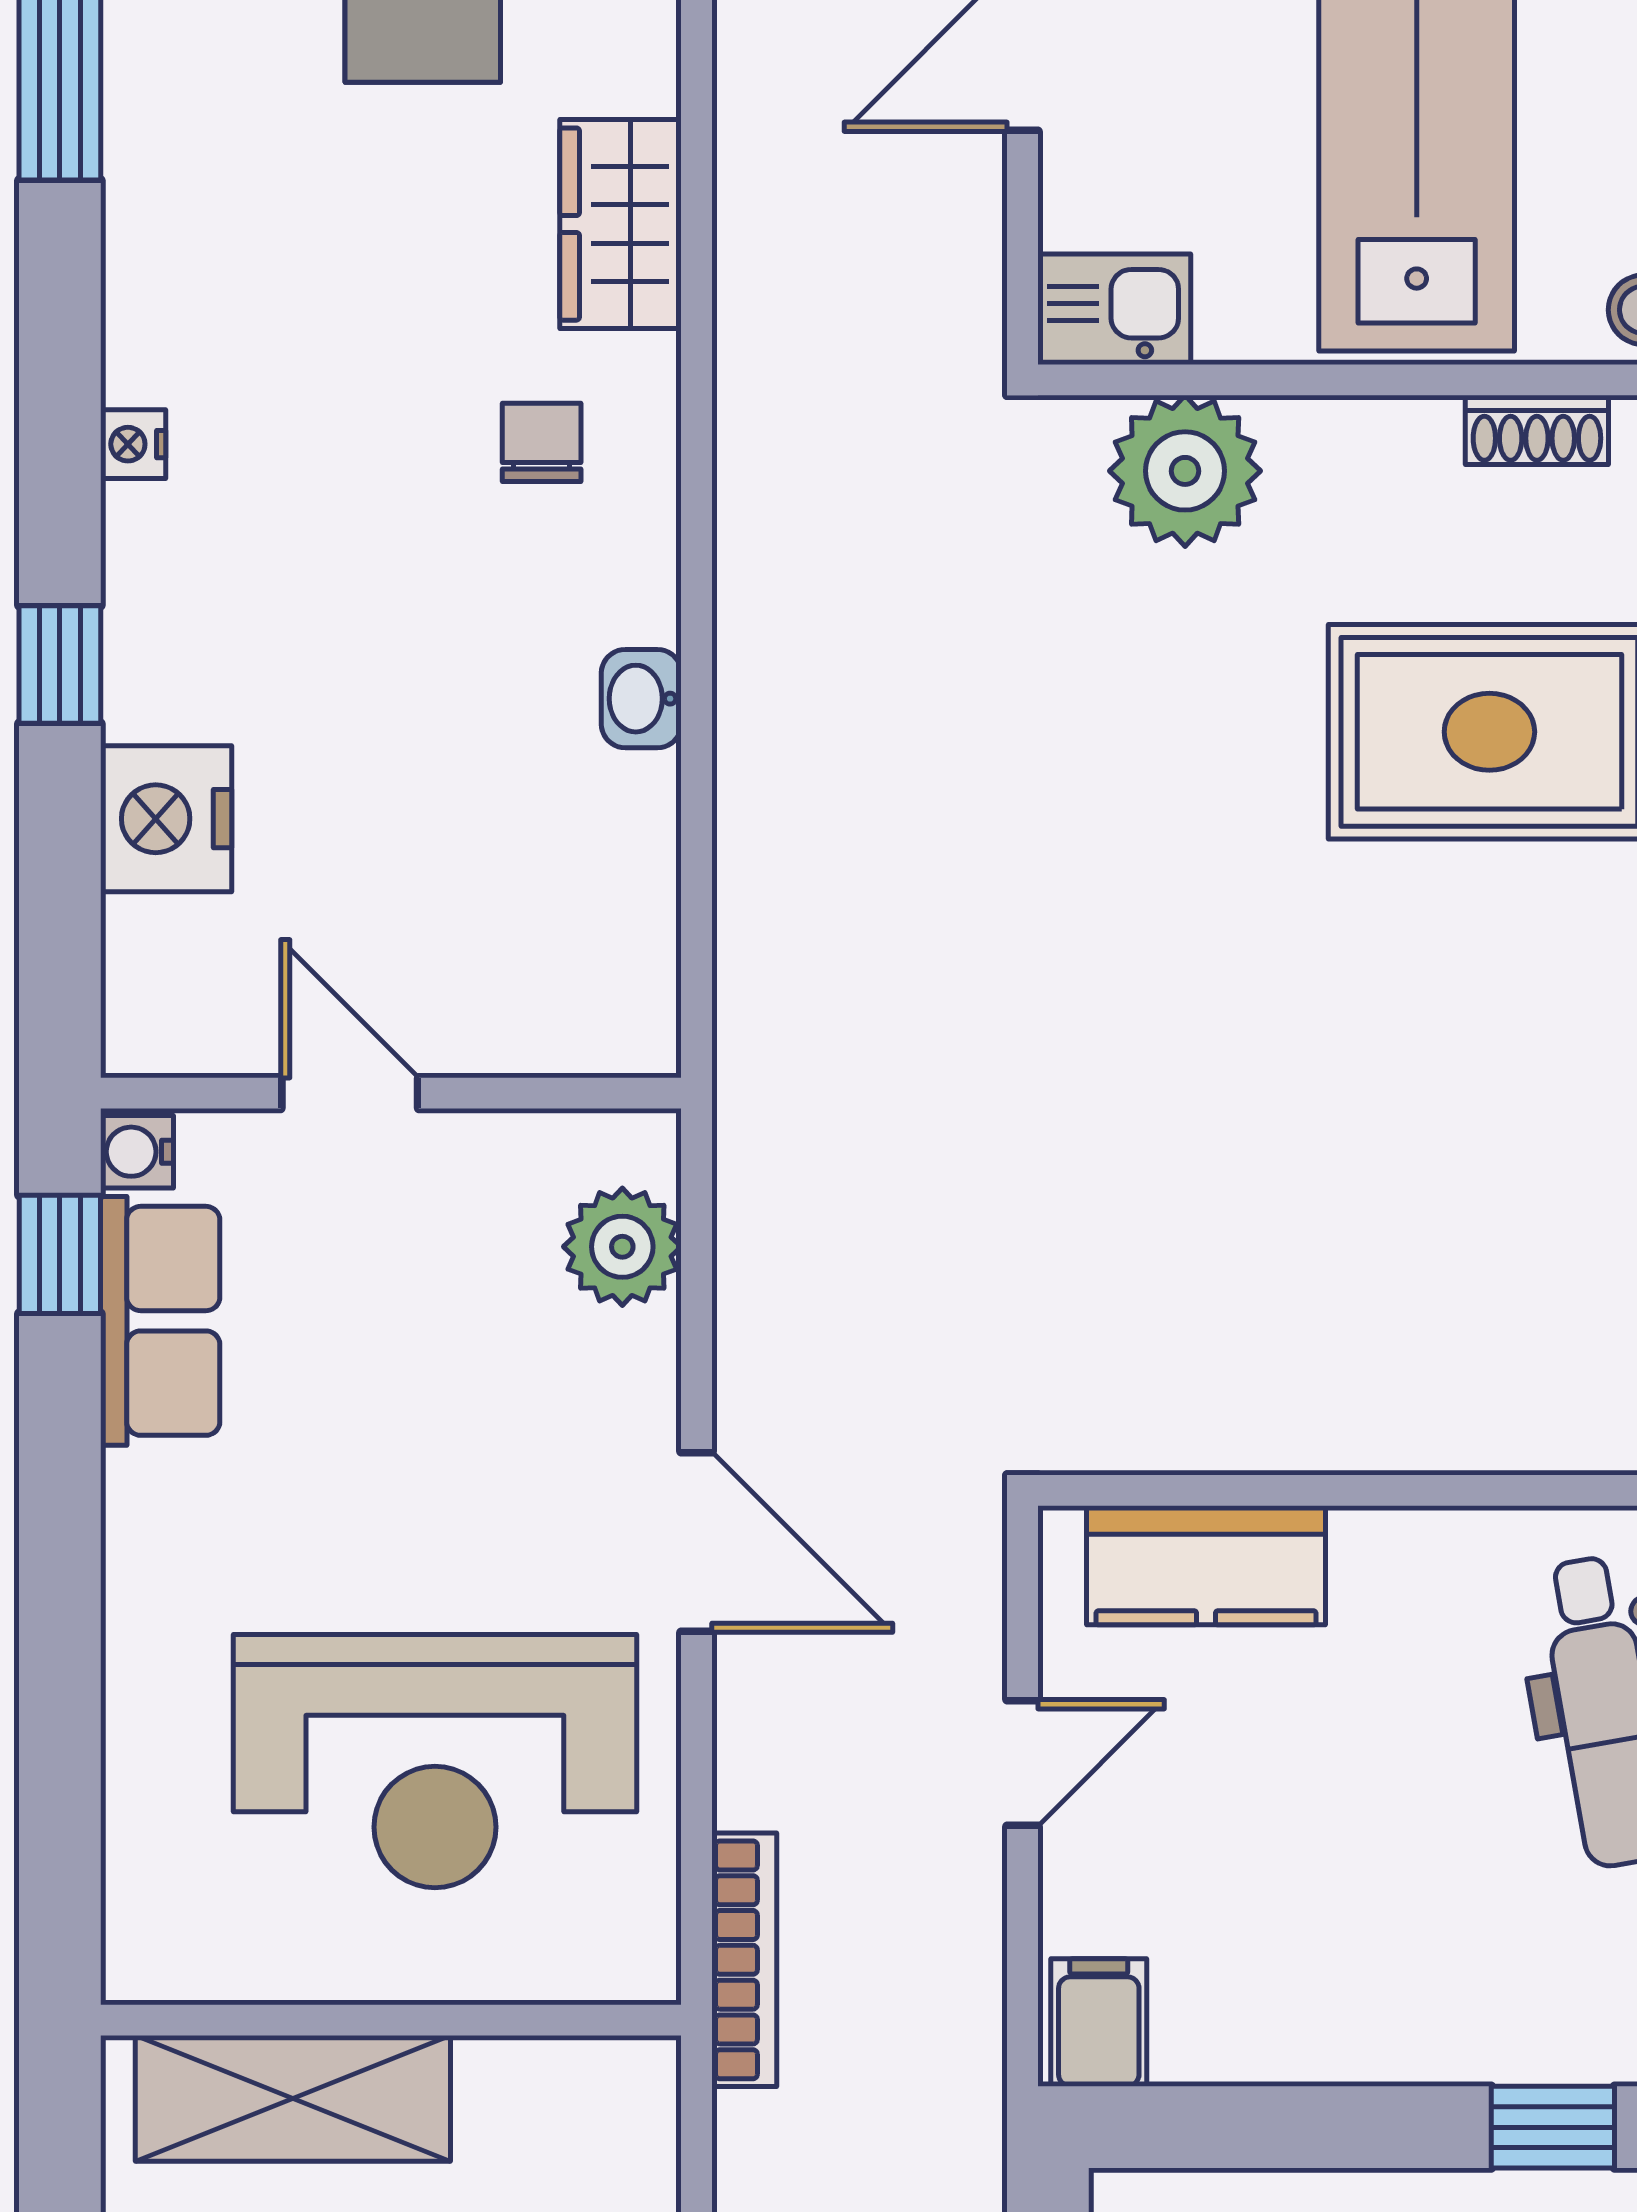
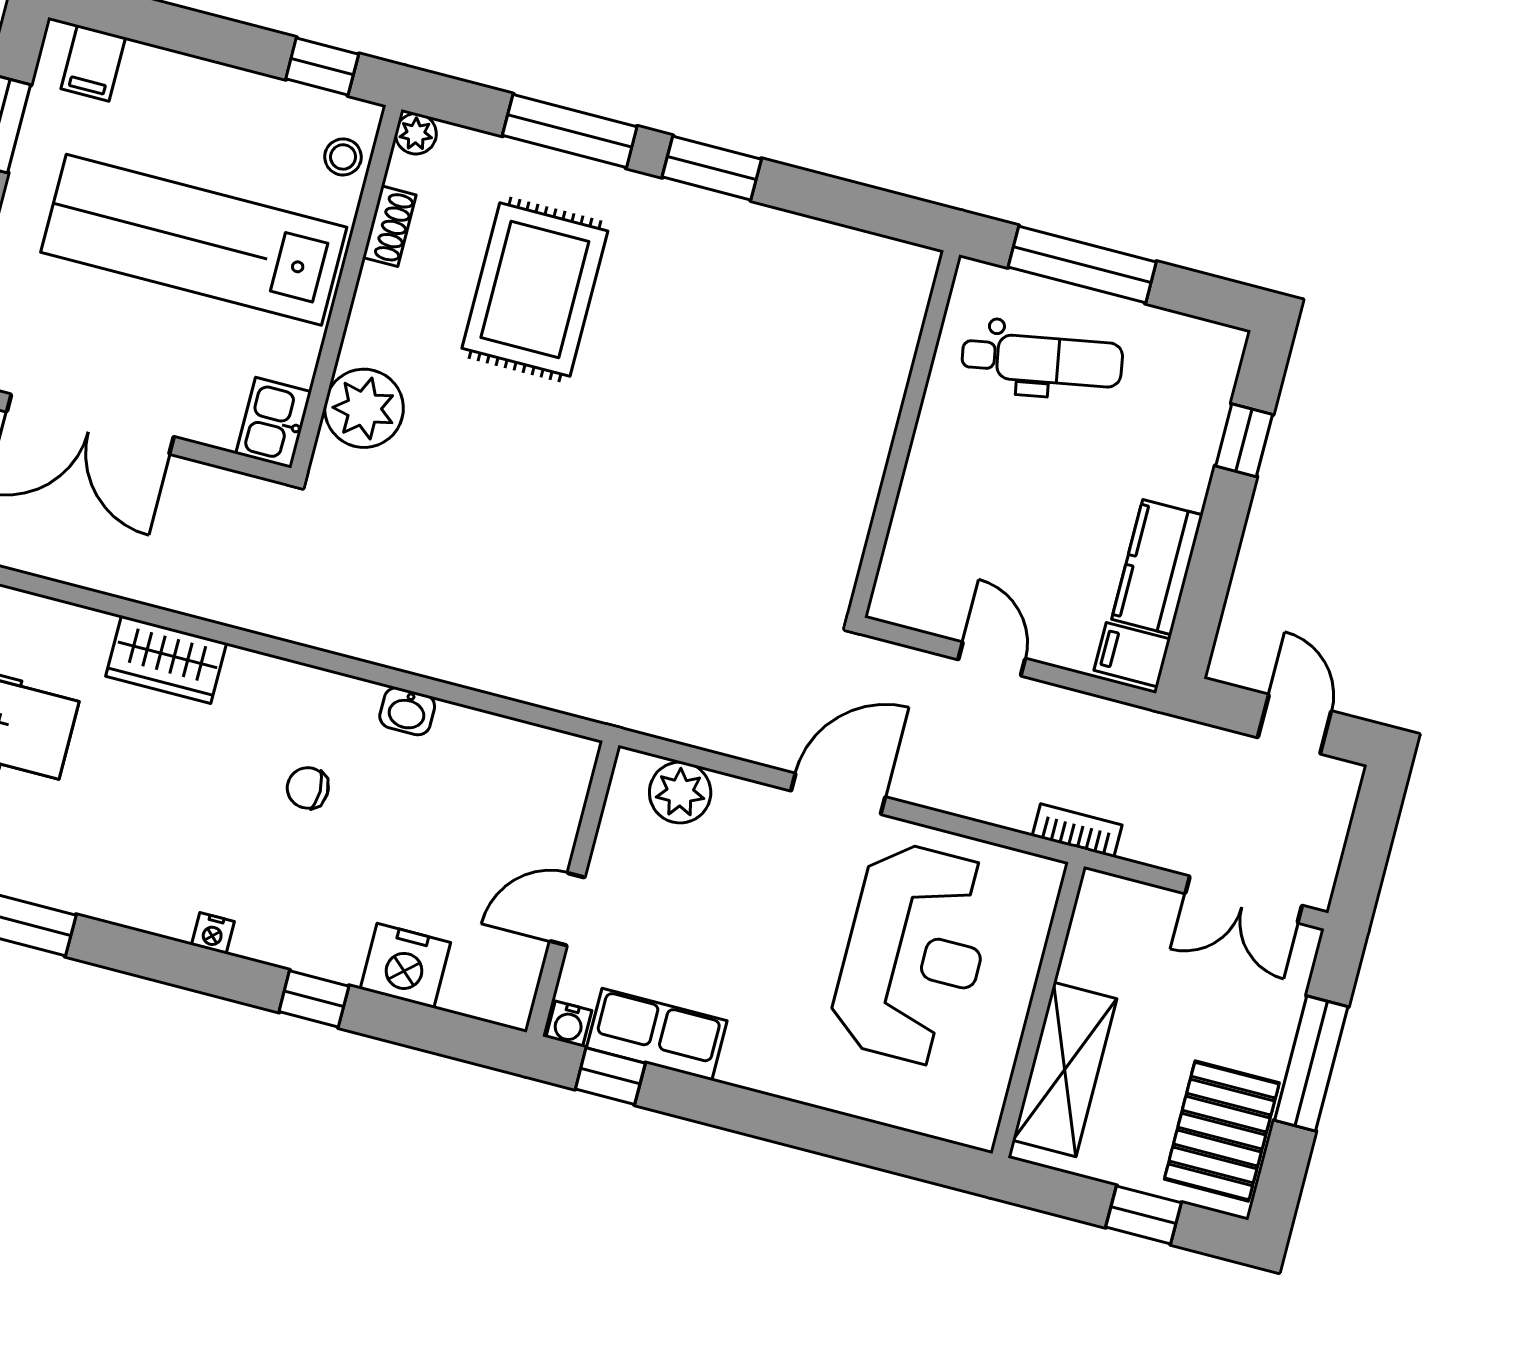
chair: (542, 442) -> (308, 788), moved
kitchen counter: (1206, 1565) -> (1157, 567), moved, turned 180
bookcase: (744, 1960) -> (1077, 831), width x0.64

